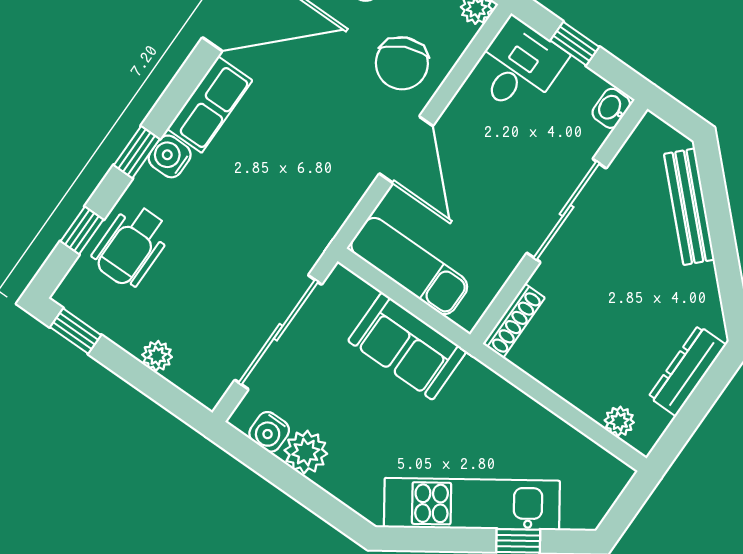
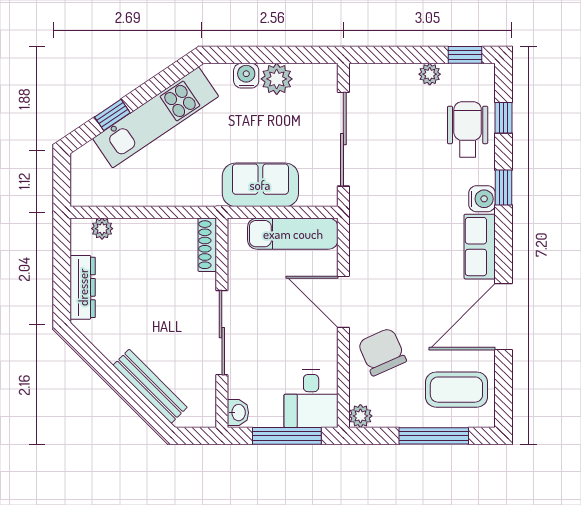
window: (575, 44) -> (287, 436), width x2.17
plant: (157, 356) -> (430, 74), moved
water cooler: (269, 432) -> (246, 76), moved

